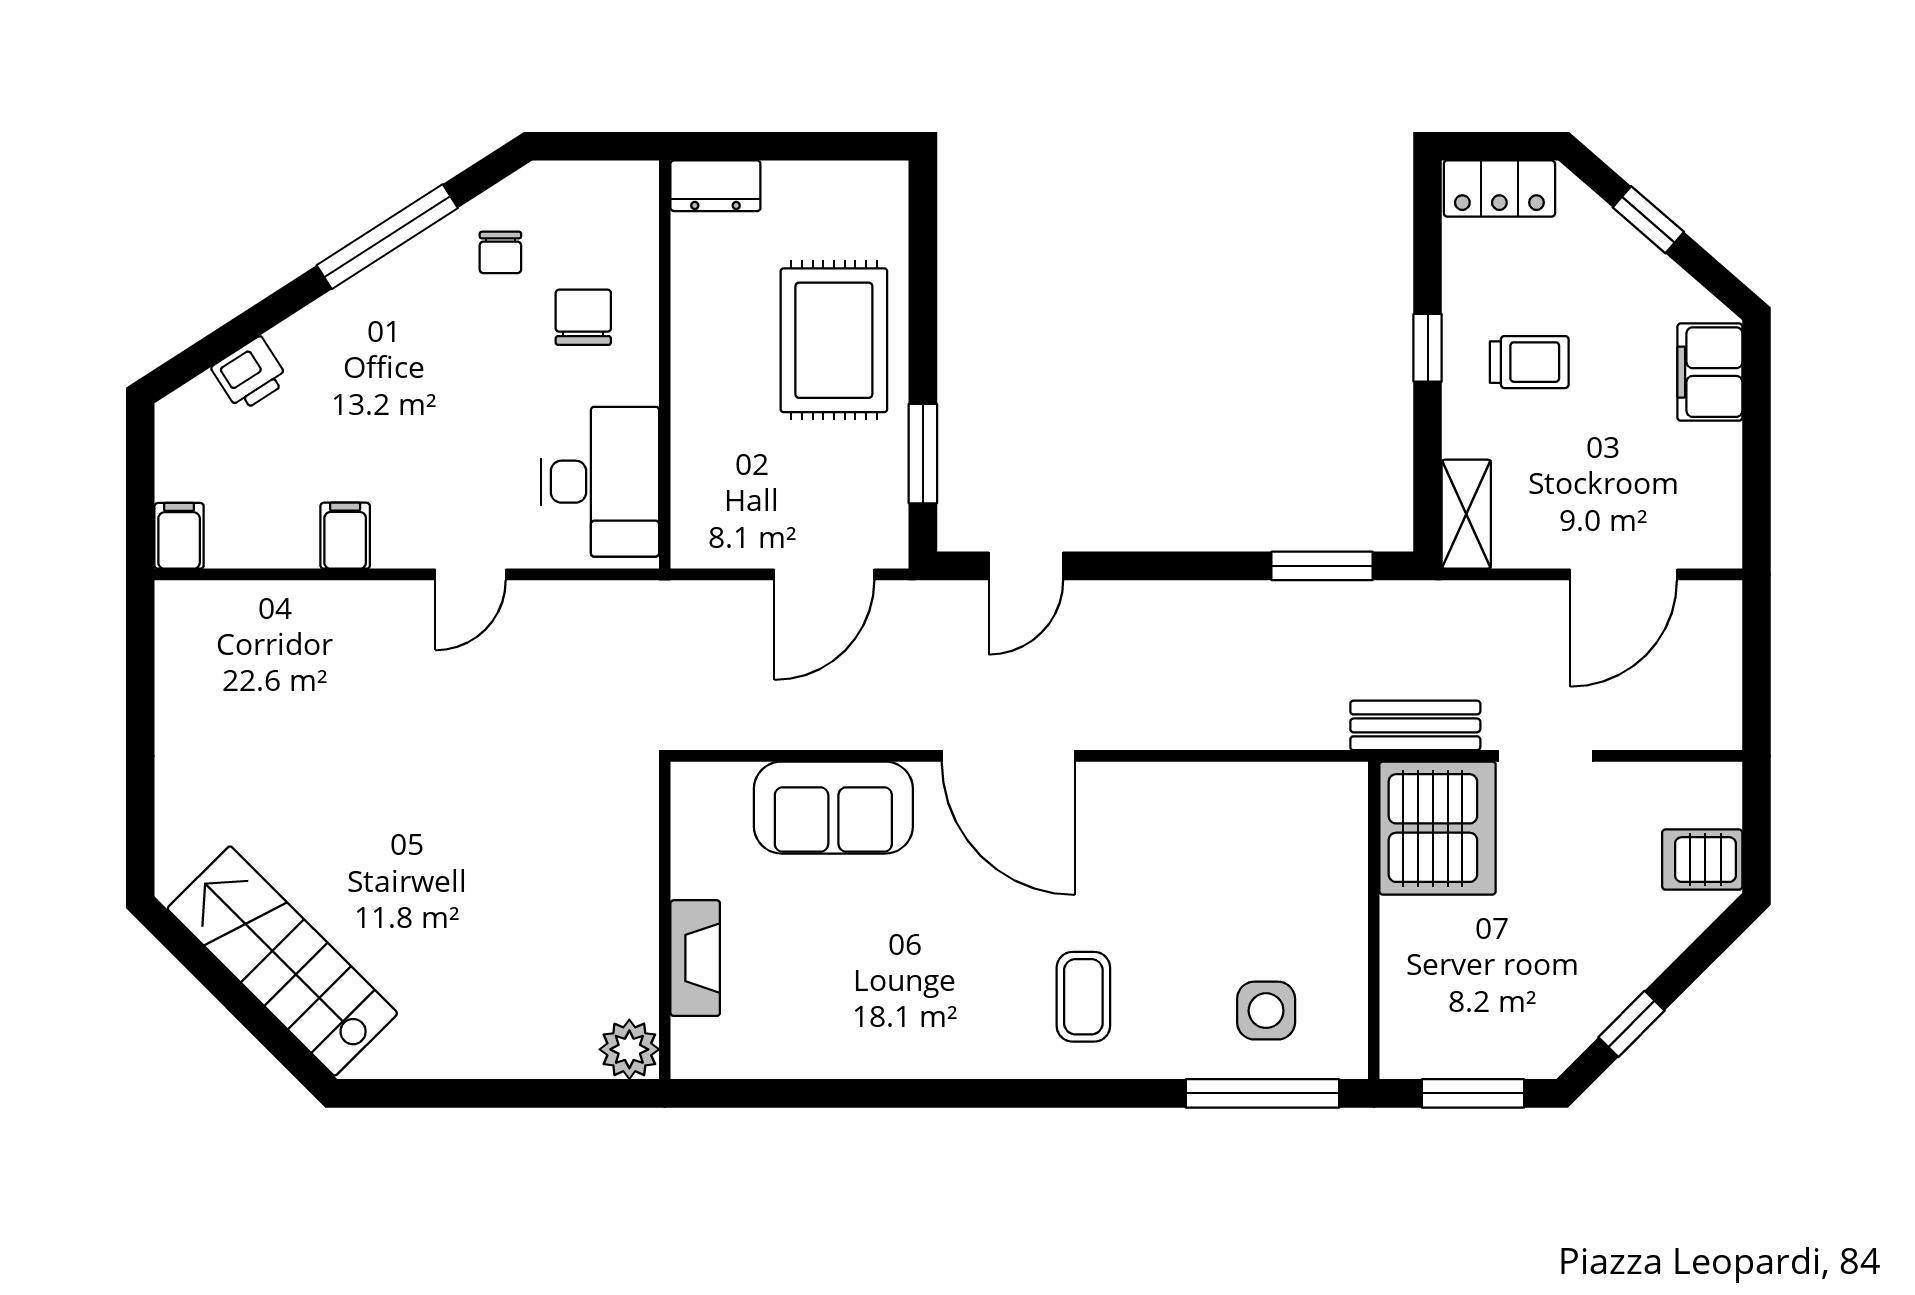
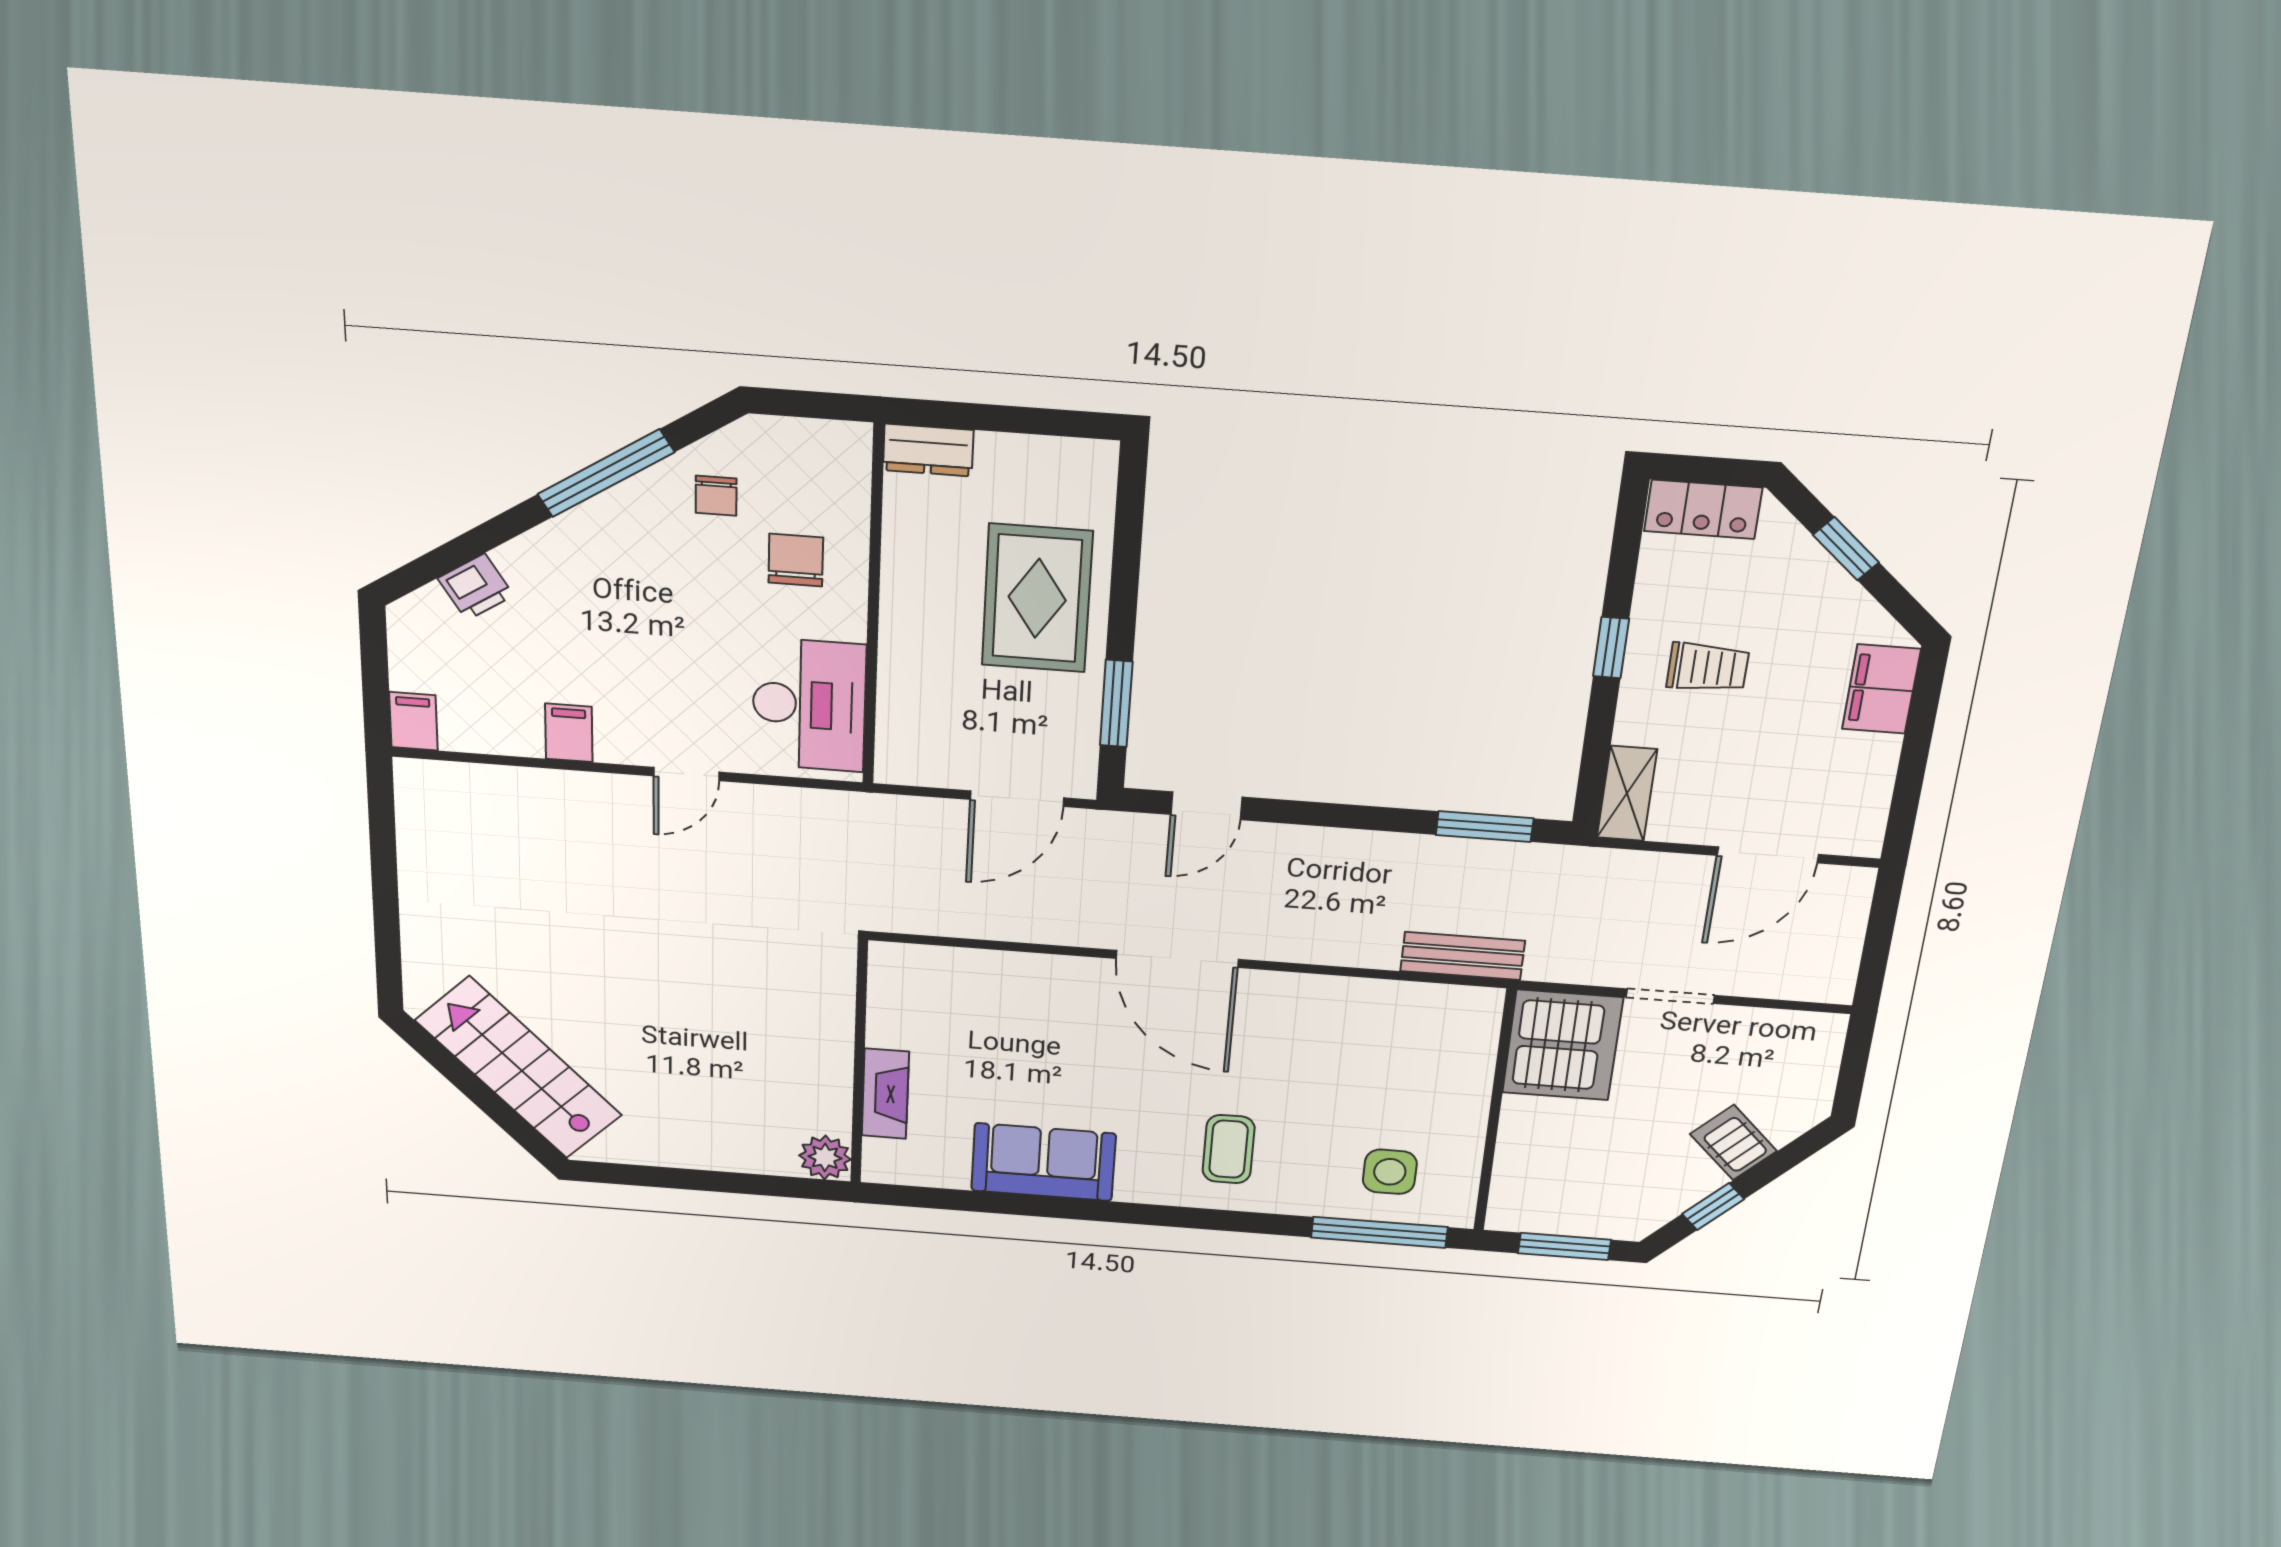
bench: (1415, 725) -> (1463, 956), moved
sofa: (833, 808) -> (1043, 1162), moved, turned 180
server rack: (1702, 860) -> (1734, 1143), moved, turned 45

